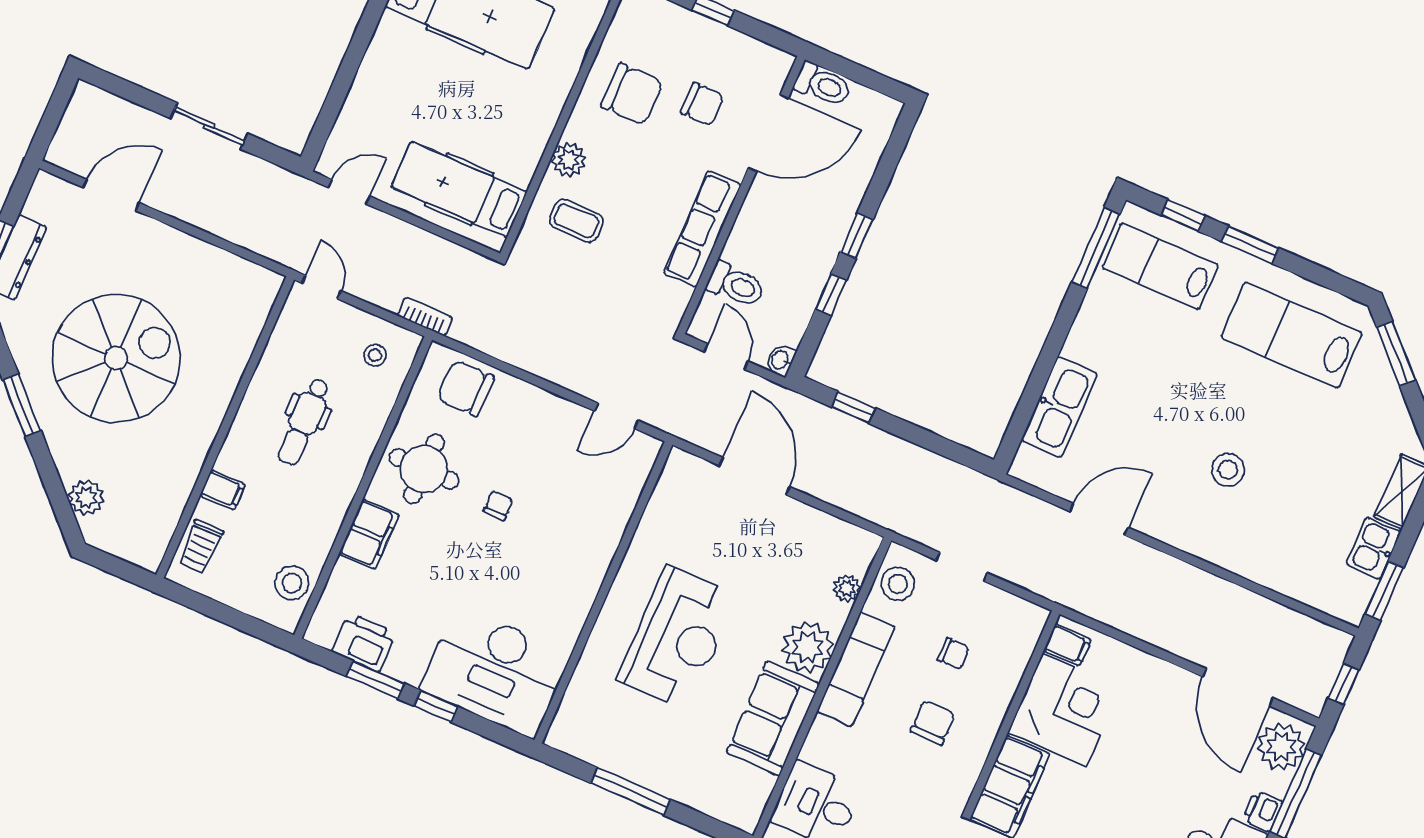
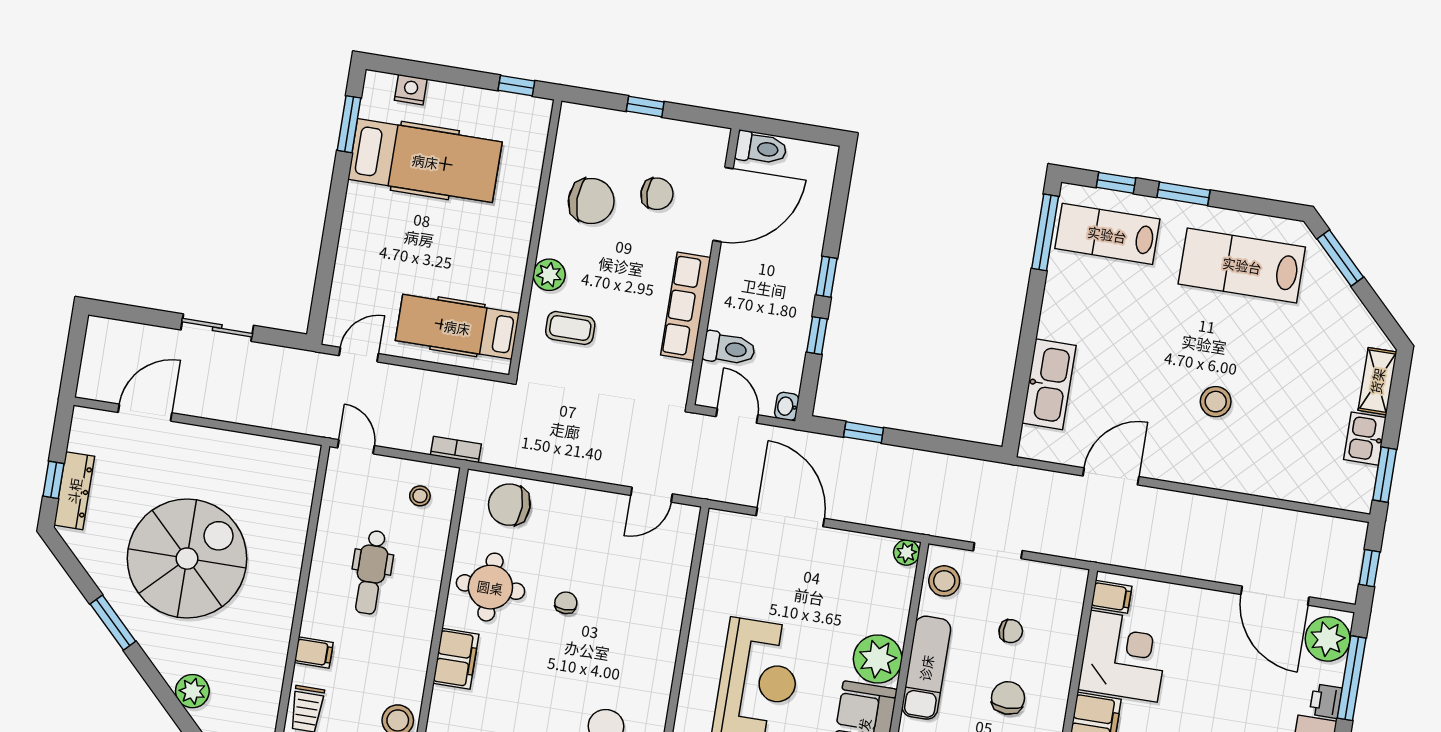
plant: (847, 588) -> (906, 553), moved

